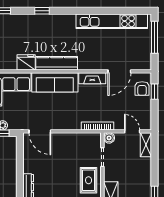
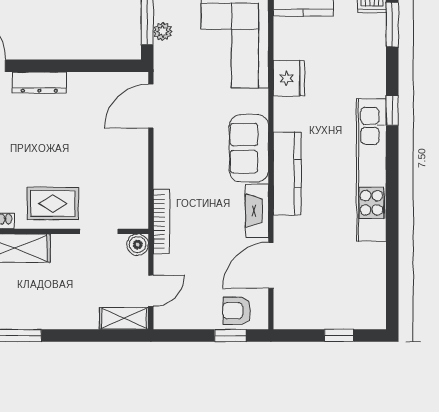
kitchen unit: (112, 21) -> (371, 170), moved
window: (154, 37) -> (339, 336), width x0.46
kitchen counter: (57, 63) -> (287, 174), moved
door: (119, 71) -> (271, 265), hinge flipped
sofa: (55, 82) -> (249, 148), width x0.73

